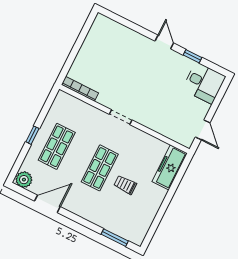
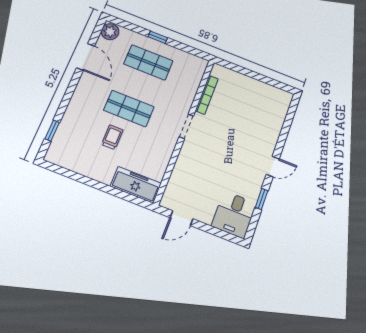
bookcase: (80, 89) -> (207, 95), moved
window: (115, 238) -> (52, 131), width x0.67

